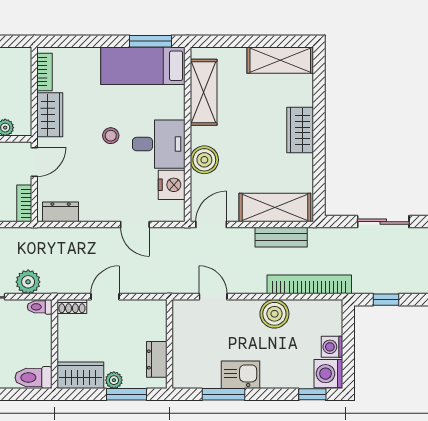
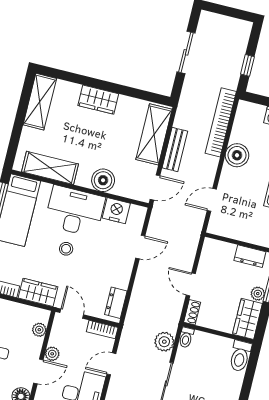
desk: (159, 144) -> (75, 211), width x1.37
door: (211, 225) -> (155, 187), swing flipped
bench: (281, 237) -> (175, 149), moved

